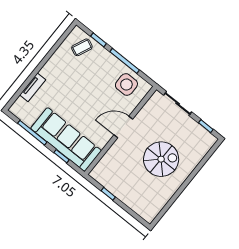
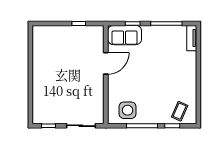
tv unit: (33, 87) -> (192, 38), moved
door: (123, 127) -> (106, 63), moved
sofa: (66, 139) -> (125, 35), width x0.54, depth x0.79
spiral stairs: (161, 159) -> (61, 77), removed

